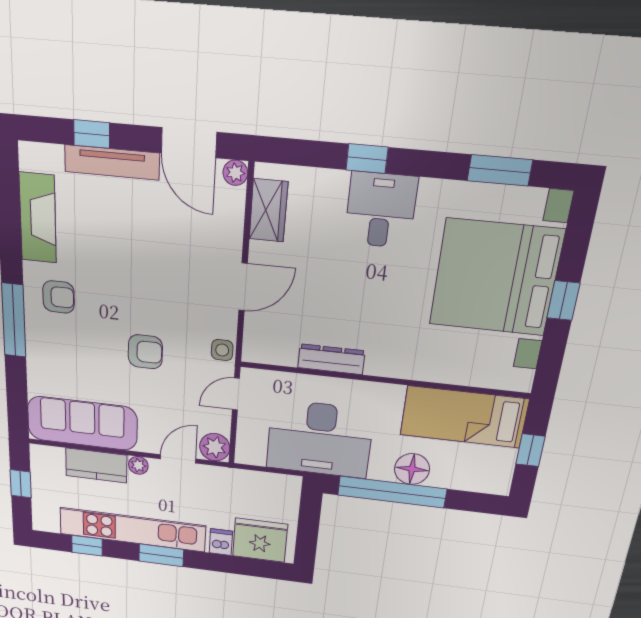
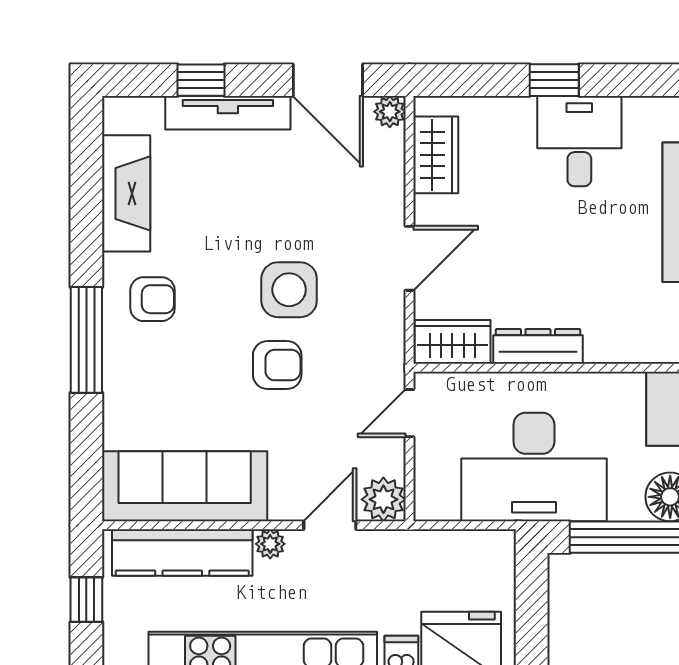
wardrobe: (270, 349) -> (452, 342), added
side table: (222, 350) -> (289, 290), moved, width x1.87, depth x1.87
kitchen counter: (96, 465) -> (182, 553), width x1.50

